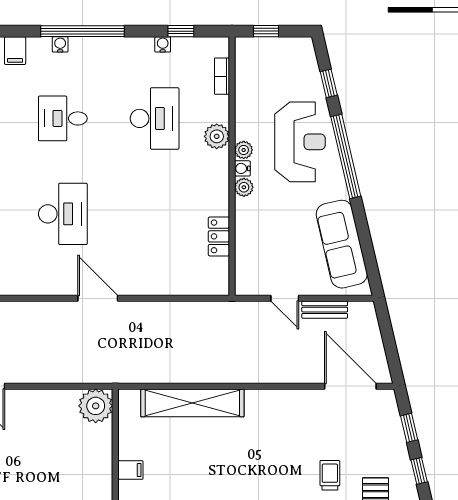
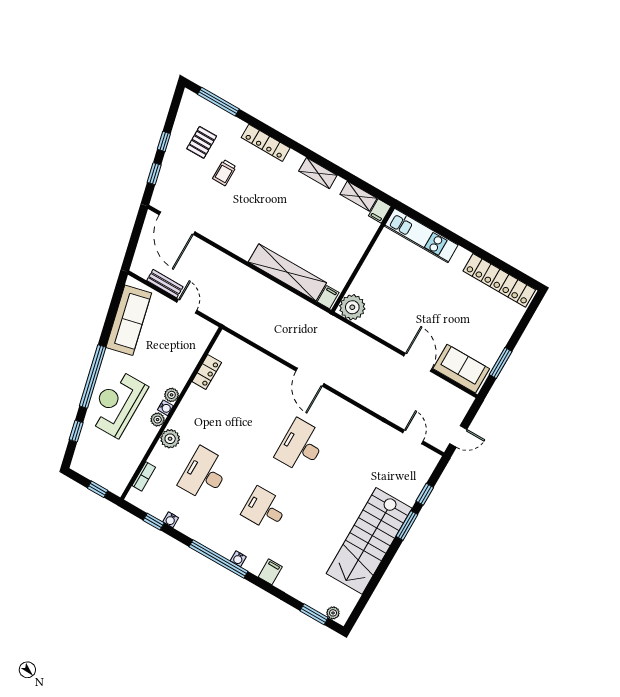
desk: (63, 118) -> (265, 509), turned 180
filing cabinet: (130, 470) -> (328, 297), moved, turned 90

